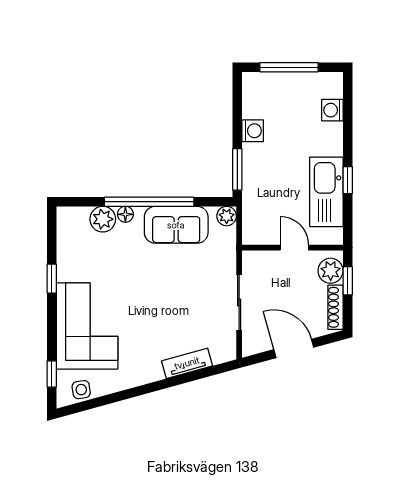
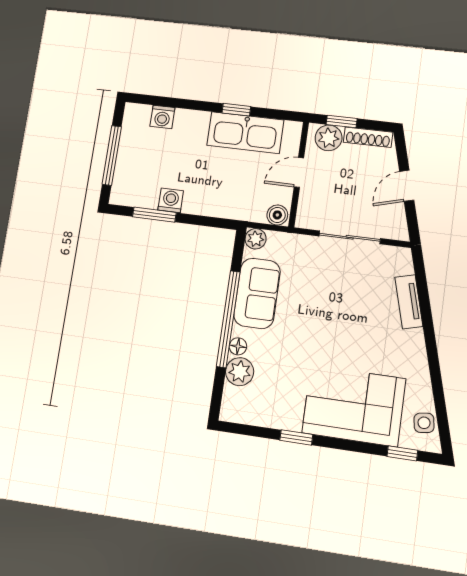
window: (237, 169) -> (154, 215), moved
boiler: (251, 233) -> (277, 215), added
door: (294, 348) -> (407, 186), width x0.73

